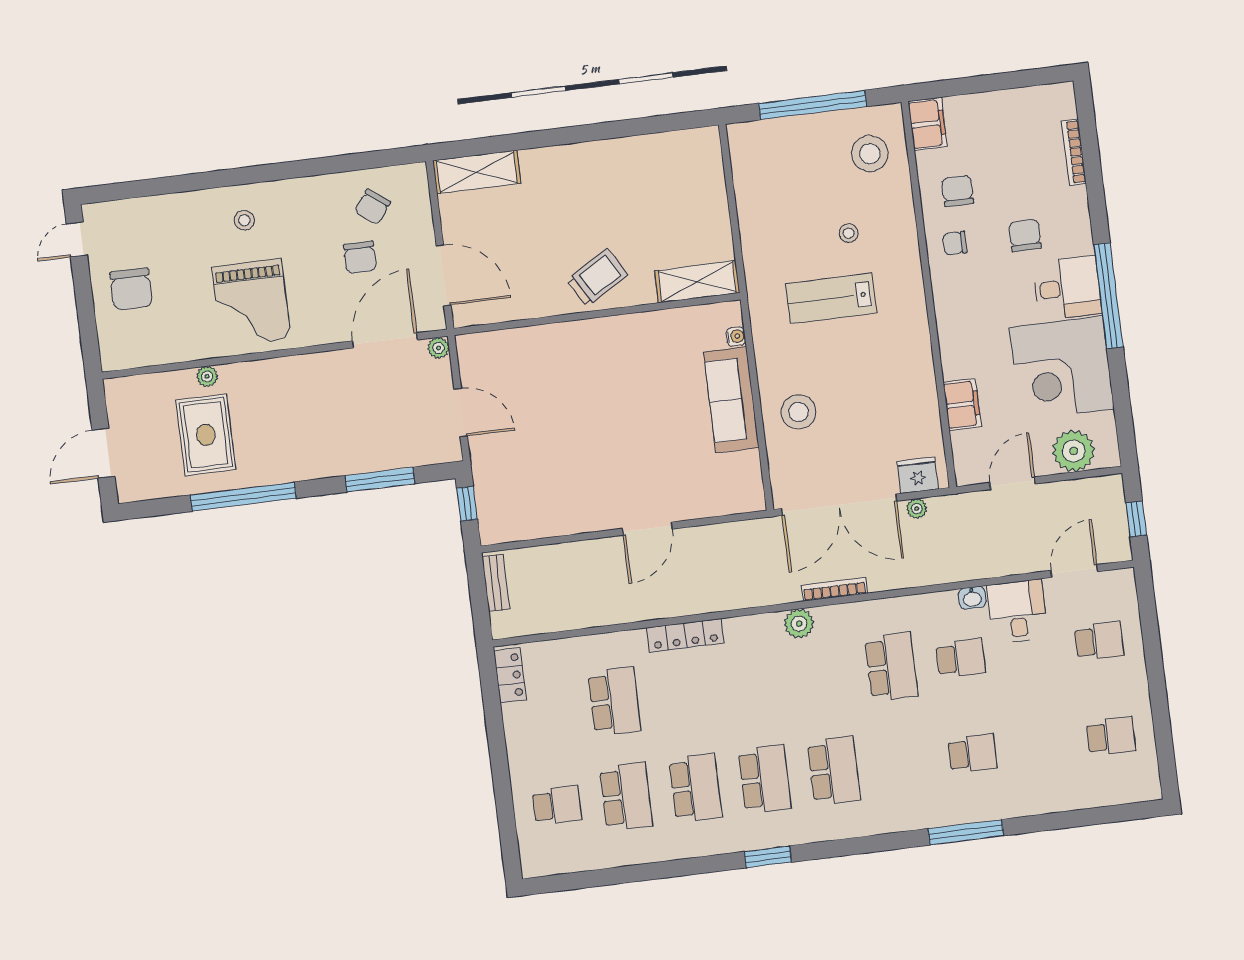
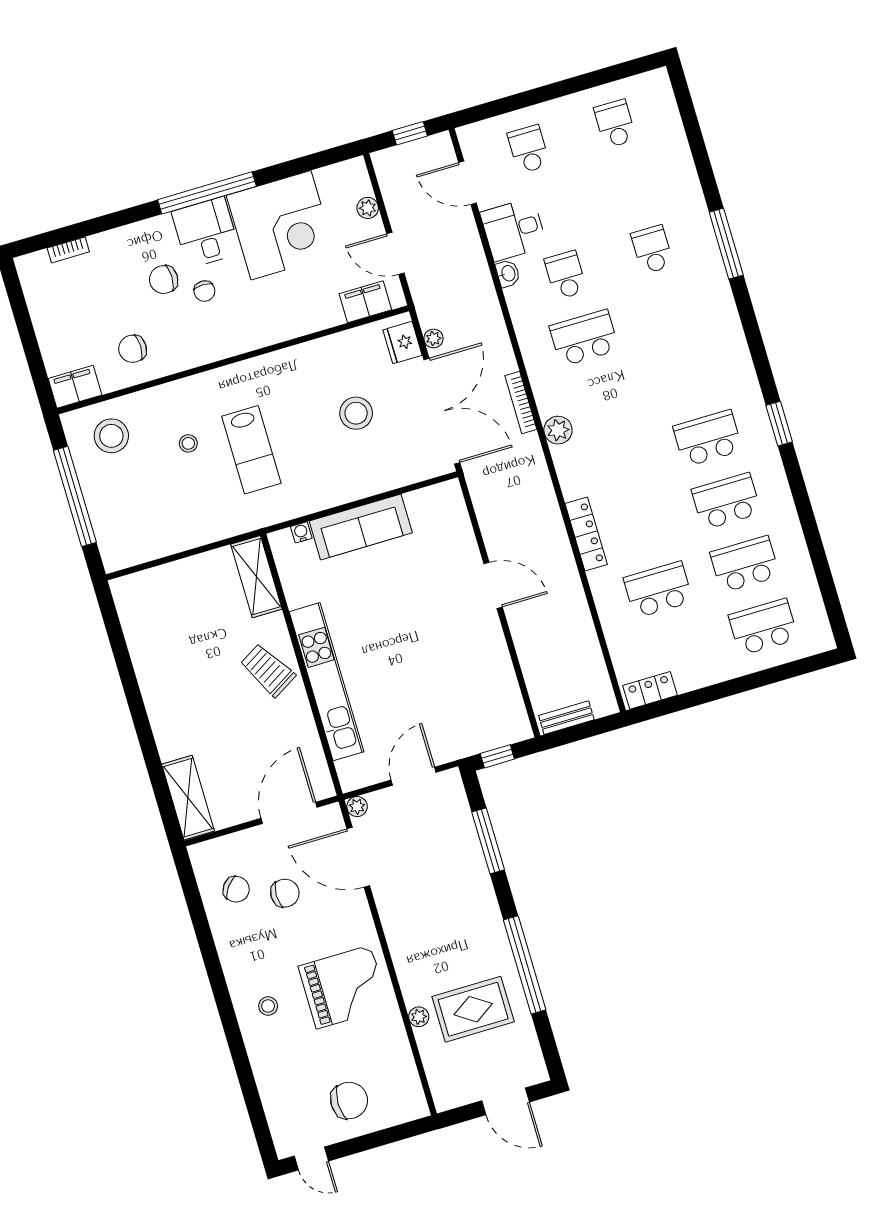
bookcase: (1074, 152) -> (68, 250), width x0.64
chair: (955, 243) -> (204, 291), moved
kitchen unit: (575, 337) -> (327, 682), added
filing cabinet: (962, 405) -> (365, 302), moved
stool: (798, 412) -> (356, 413), moved
plant: (1074, 451) -> (368, 208), width x0.53, depth x0.53
school desk: (834, 771) -> (689, 375), removed
school desk: (557, 805) -> (763, 627), width x1.85

